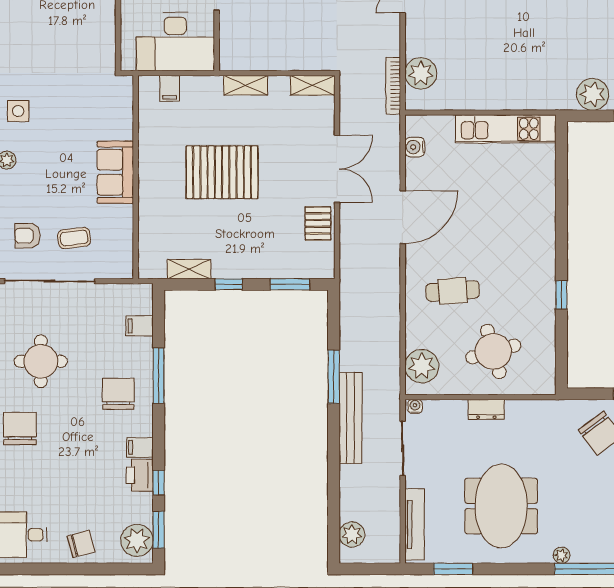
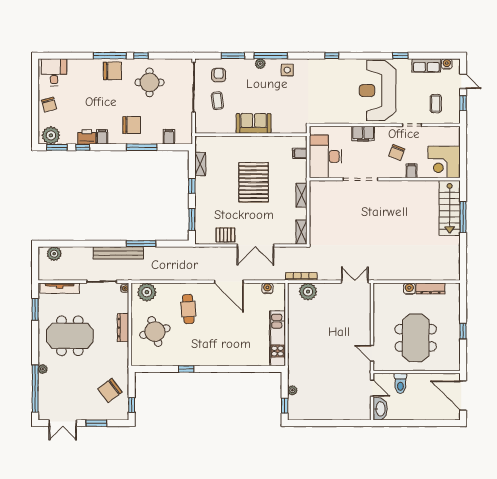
plant: (593, 94) -> (292, 390), width x0.53, depth x0.53
dresser: (486, 409) -> (123, 328), width x1.44

